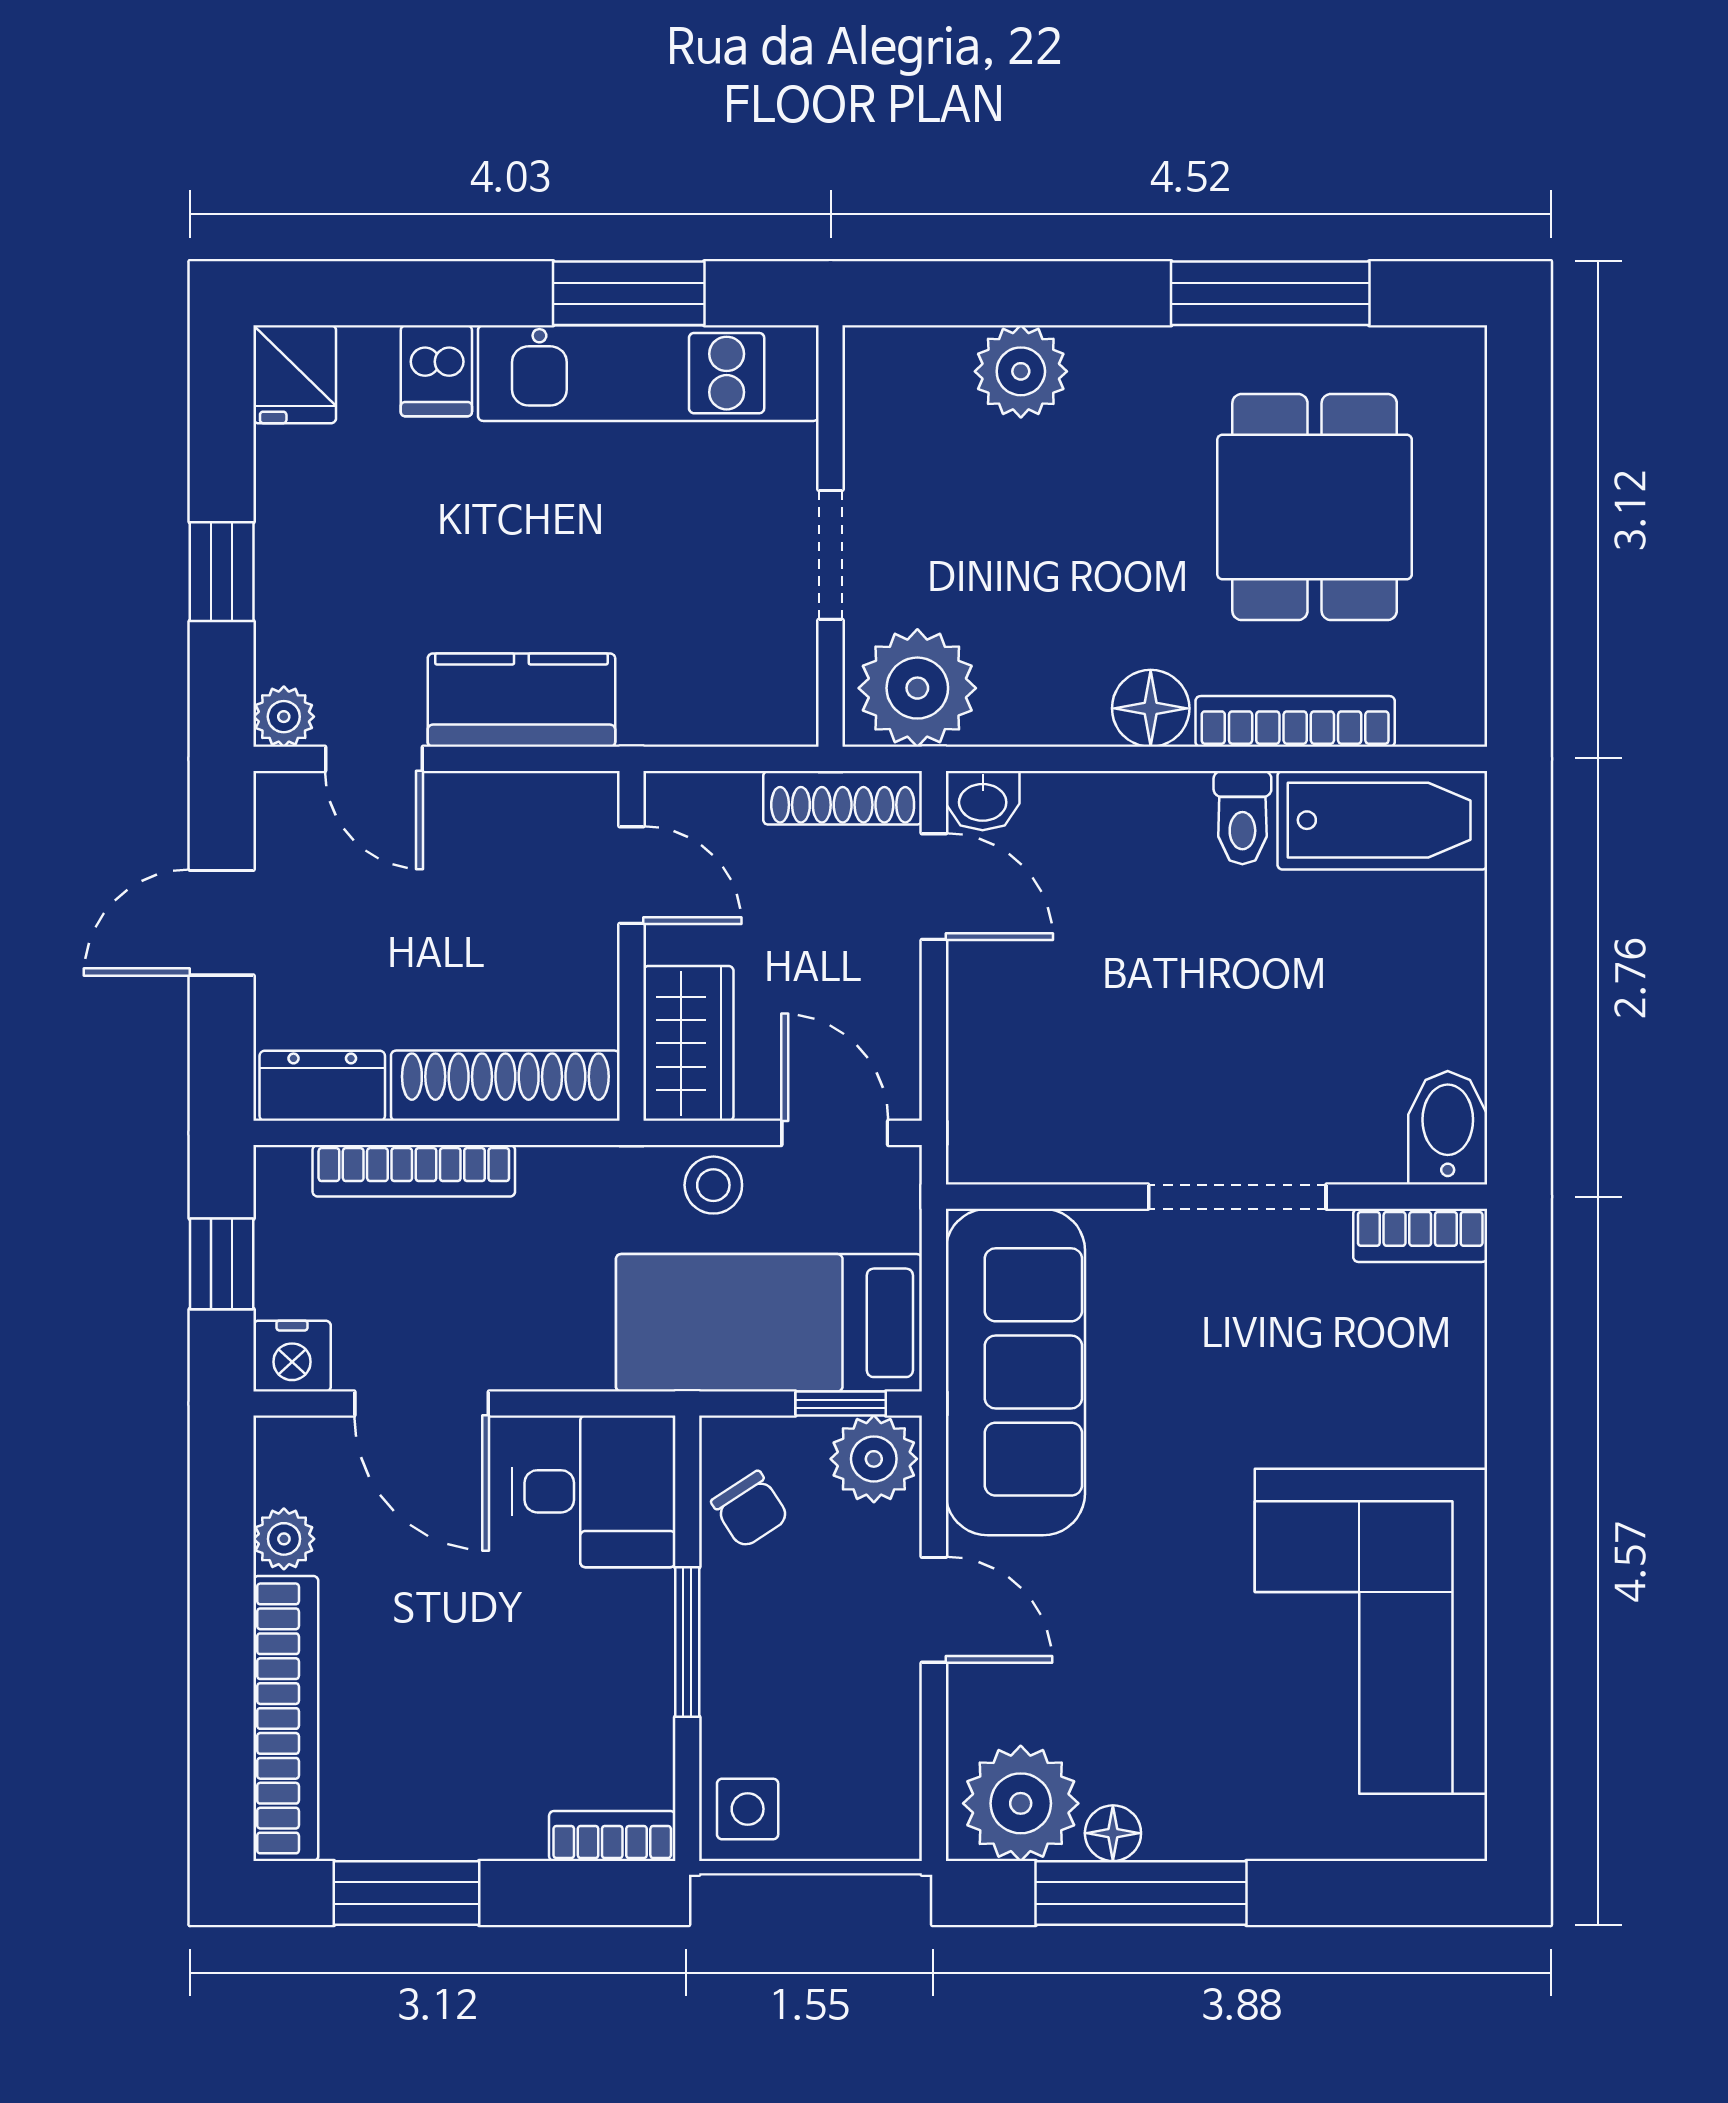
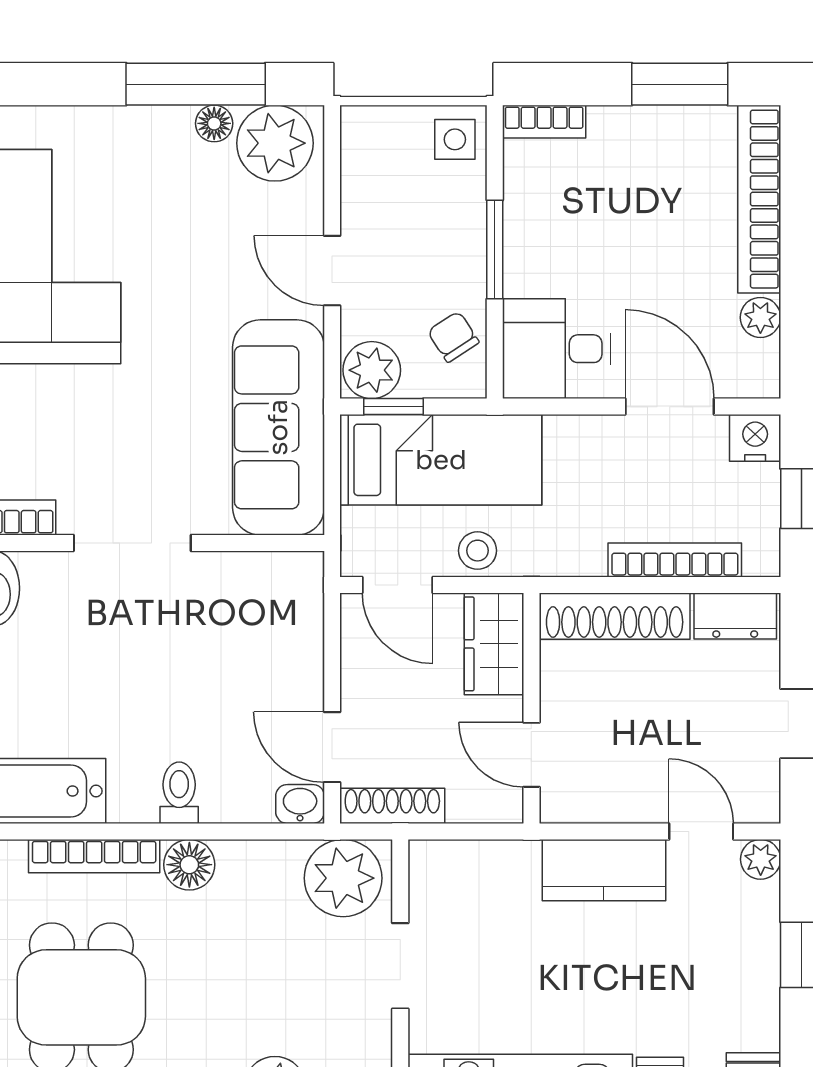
toilet: (1242, 818) -> (179, 793), moved

